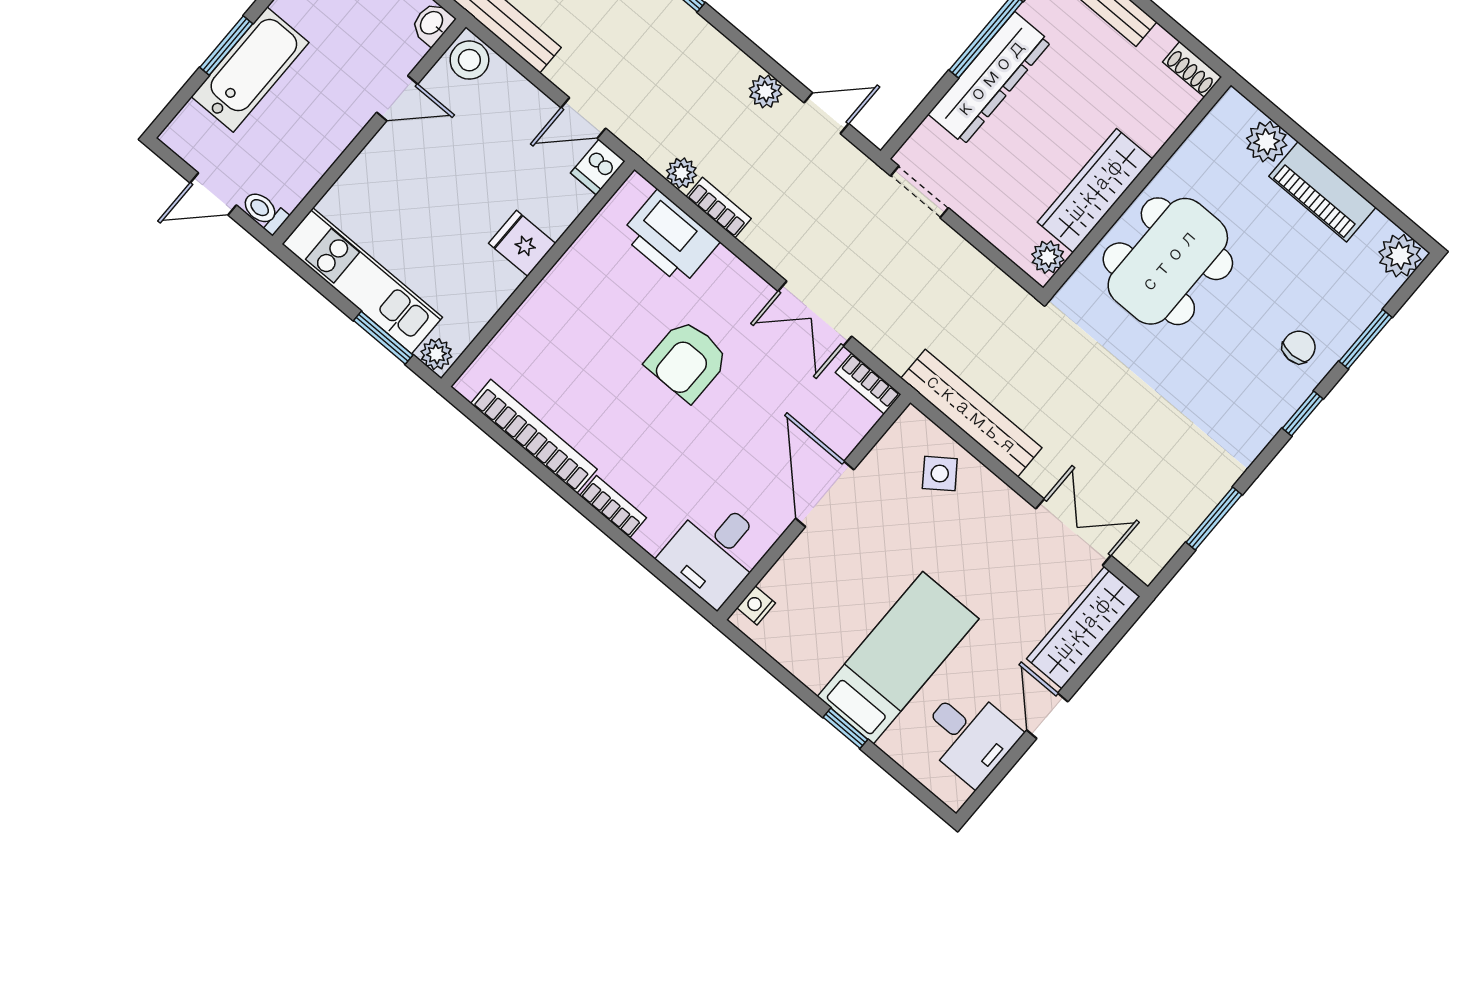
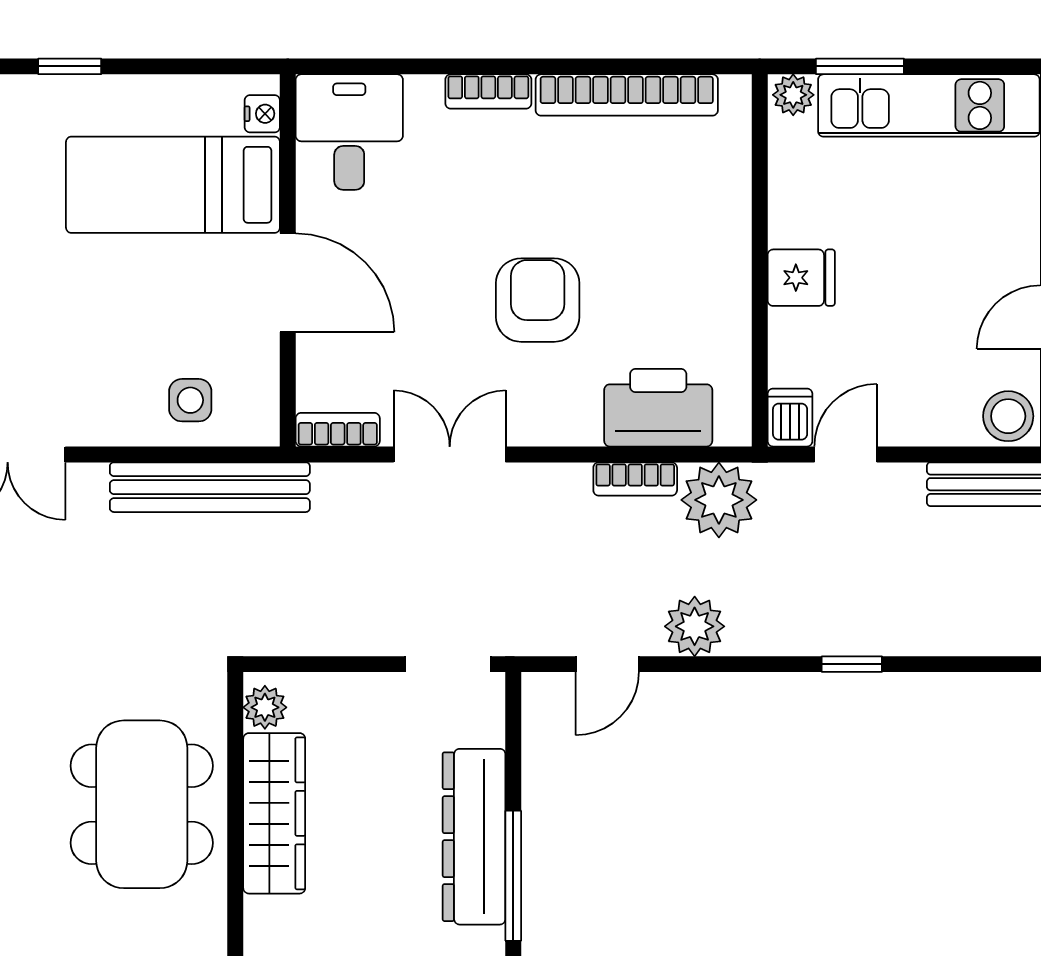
plant: (765, 91) -> (695, 626), width x1.38, depth x1.38
plant: (682, 173) -> (719, 500), width x1.88, depth x1.88
side table: (940, 474) -> (190, 400), turned 36
bed: (898, 658) -> (173, 185), moved, turned 90

